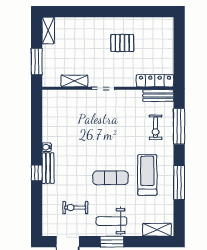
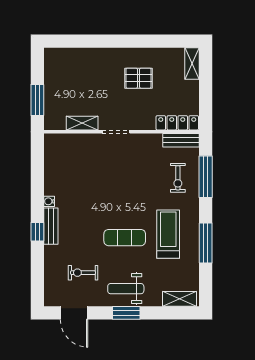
shelving: (48, 31) -> (192, 64), moved

